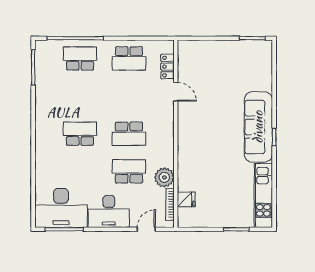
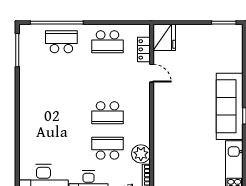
school desk: (80, 134) -> (61, 113), removed
fridge: (186, 200) -> (164, 37), moved, width x1.88, depth x1.34

